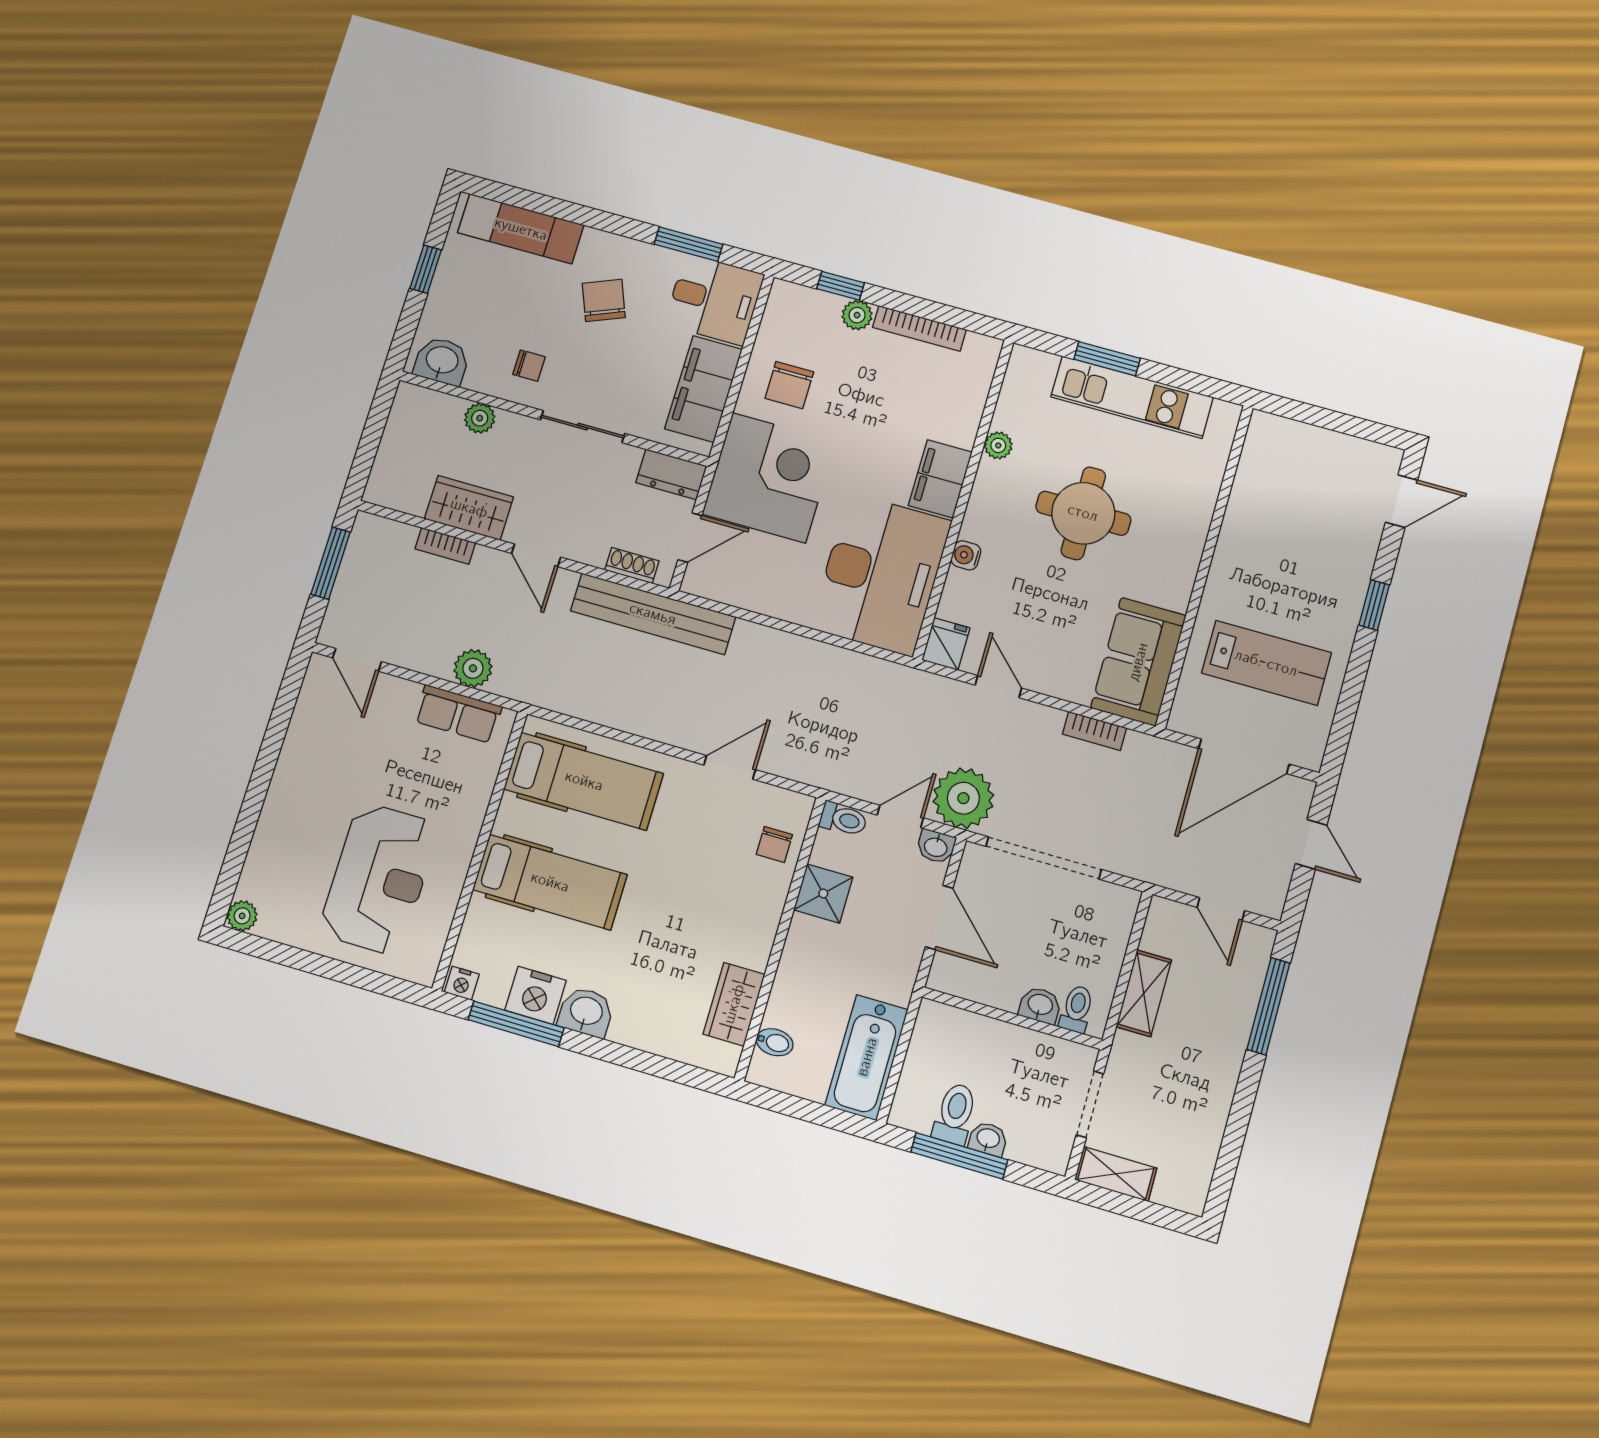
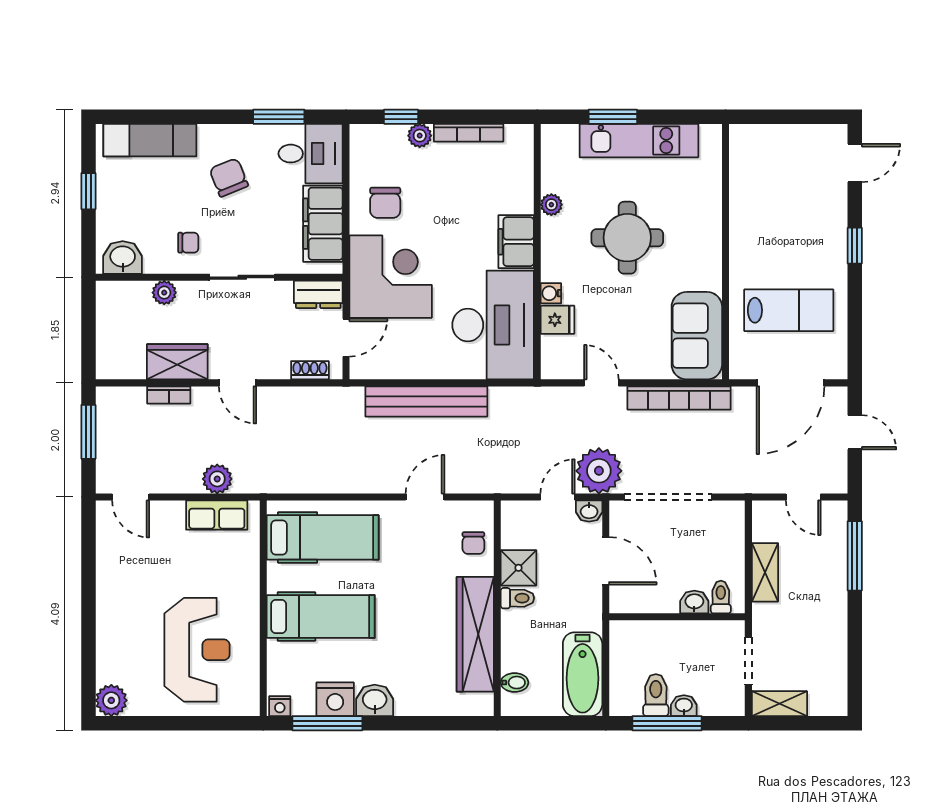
bench: (653, 614) -> (426, 401), moved
fridge: (946, 644) -> (557, 320), moved, turned 90
bookcase: (1094, 731) -> (679, 398), width x2.31, depth x1.31
toilet: (843, 819) -> (517, 598), moved
plant: (242, 916) -> (111, 700), width x1.38, depth x1.38
wardrobe: (734, 1004) -> (475, 634), width x2.10, depth x1.17

